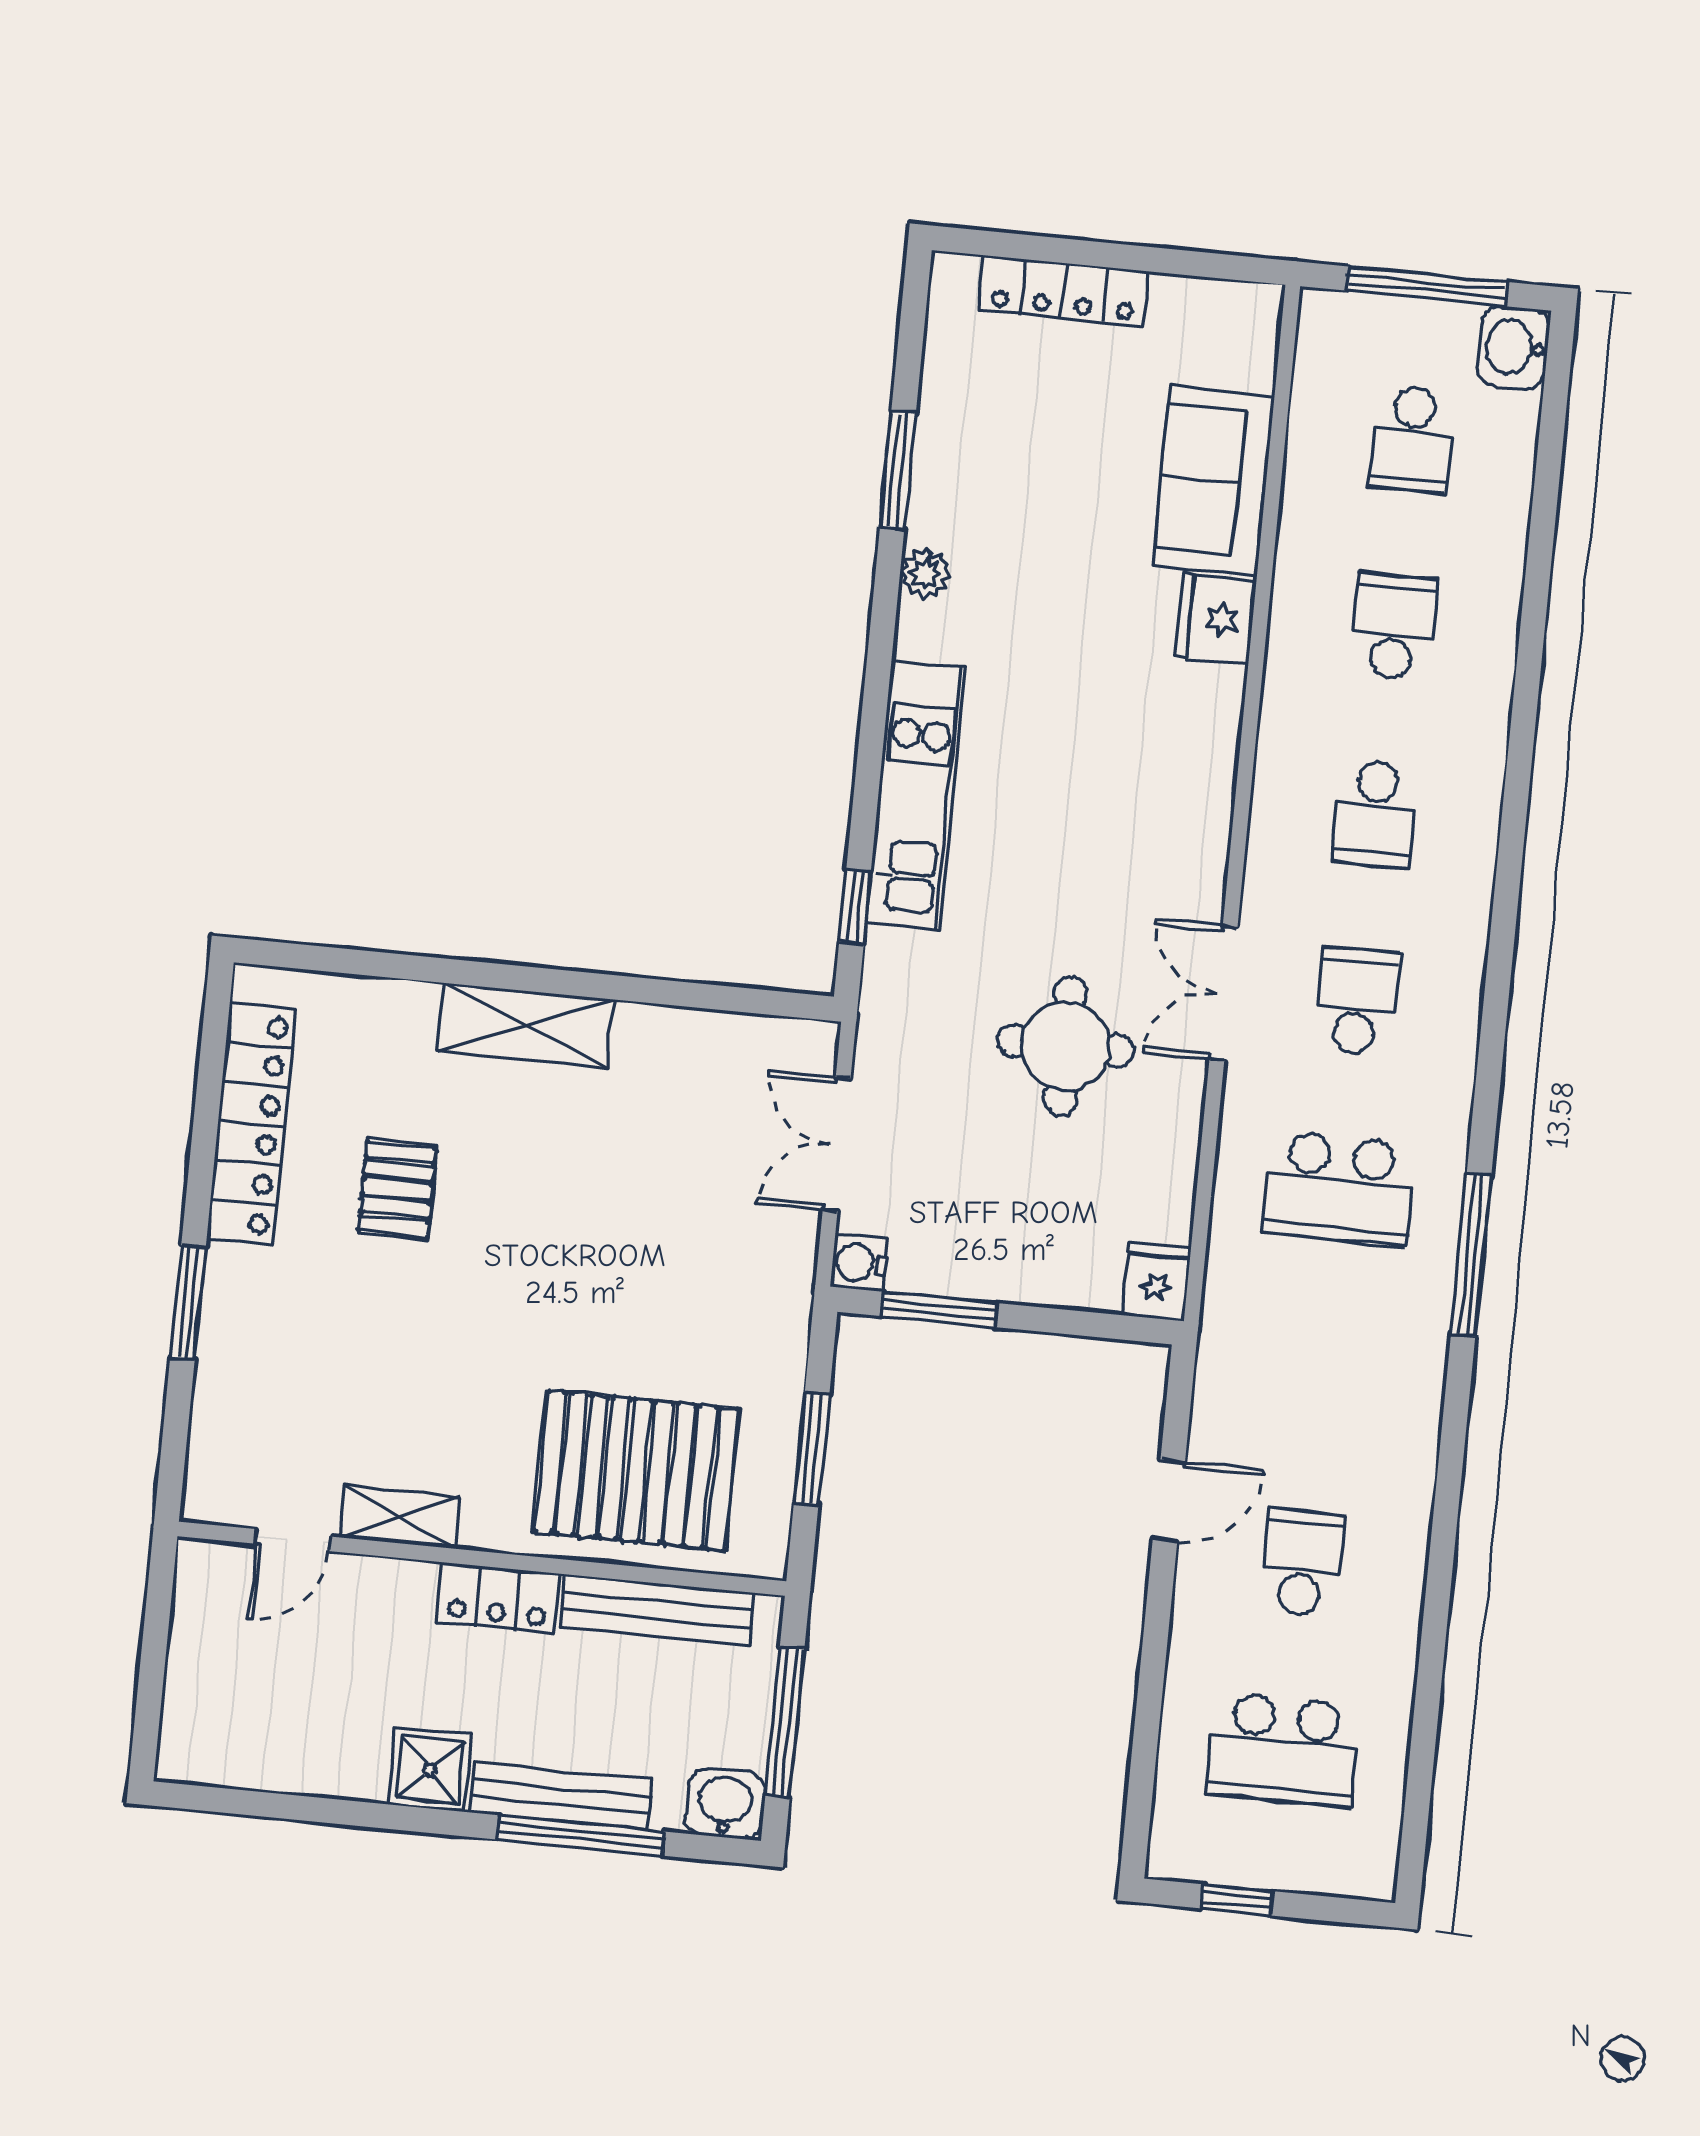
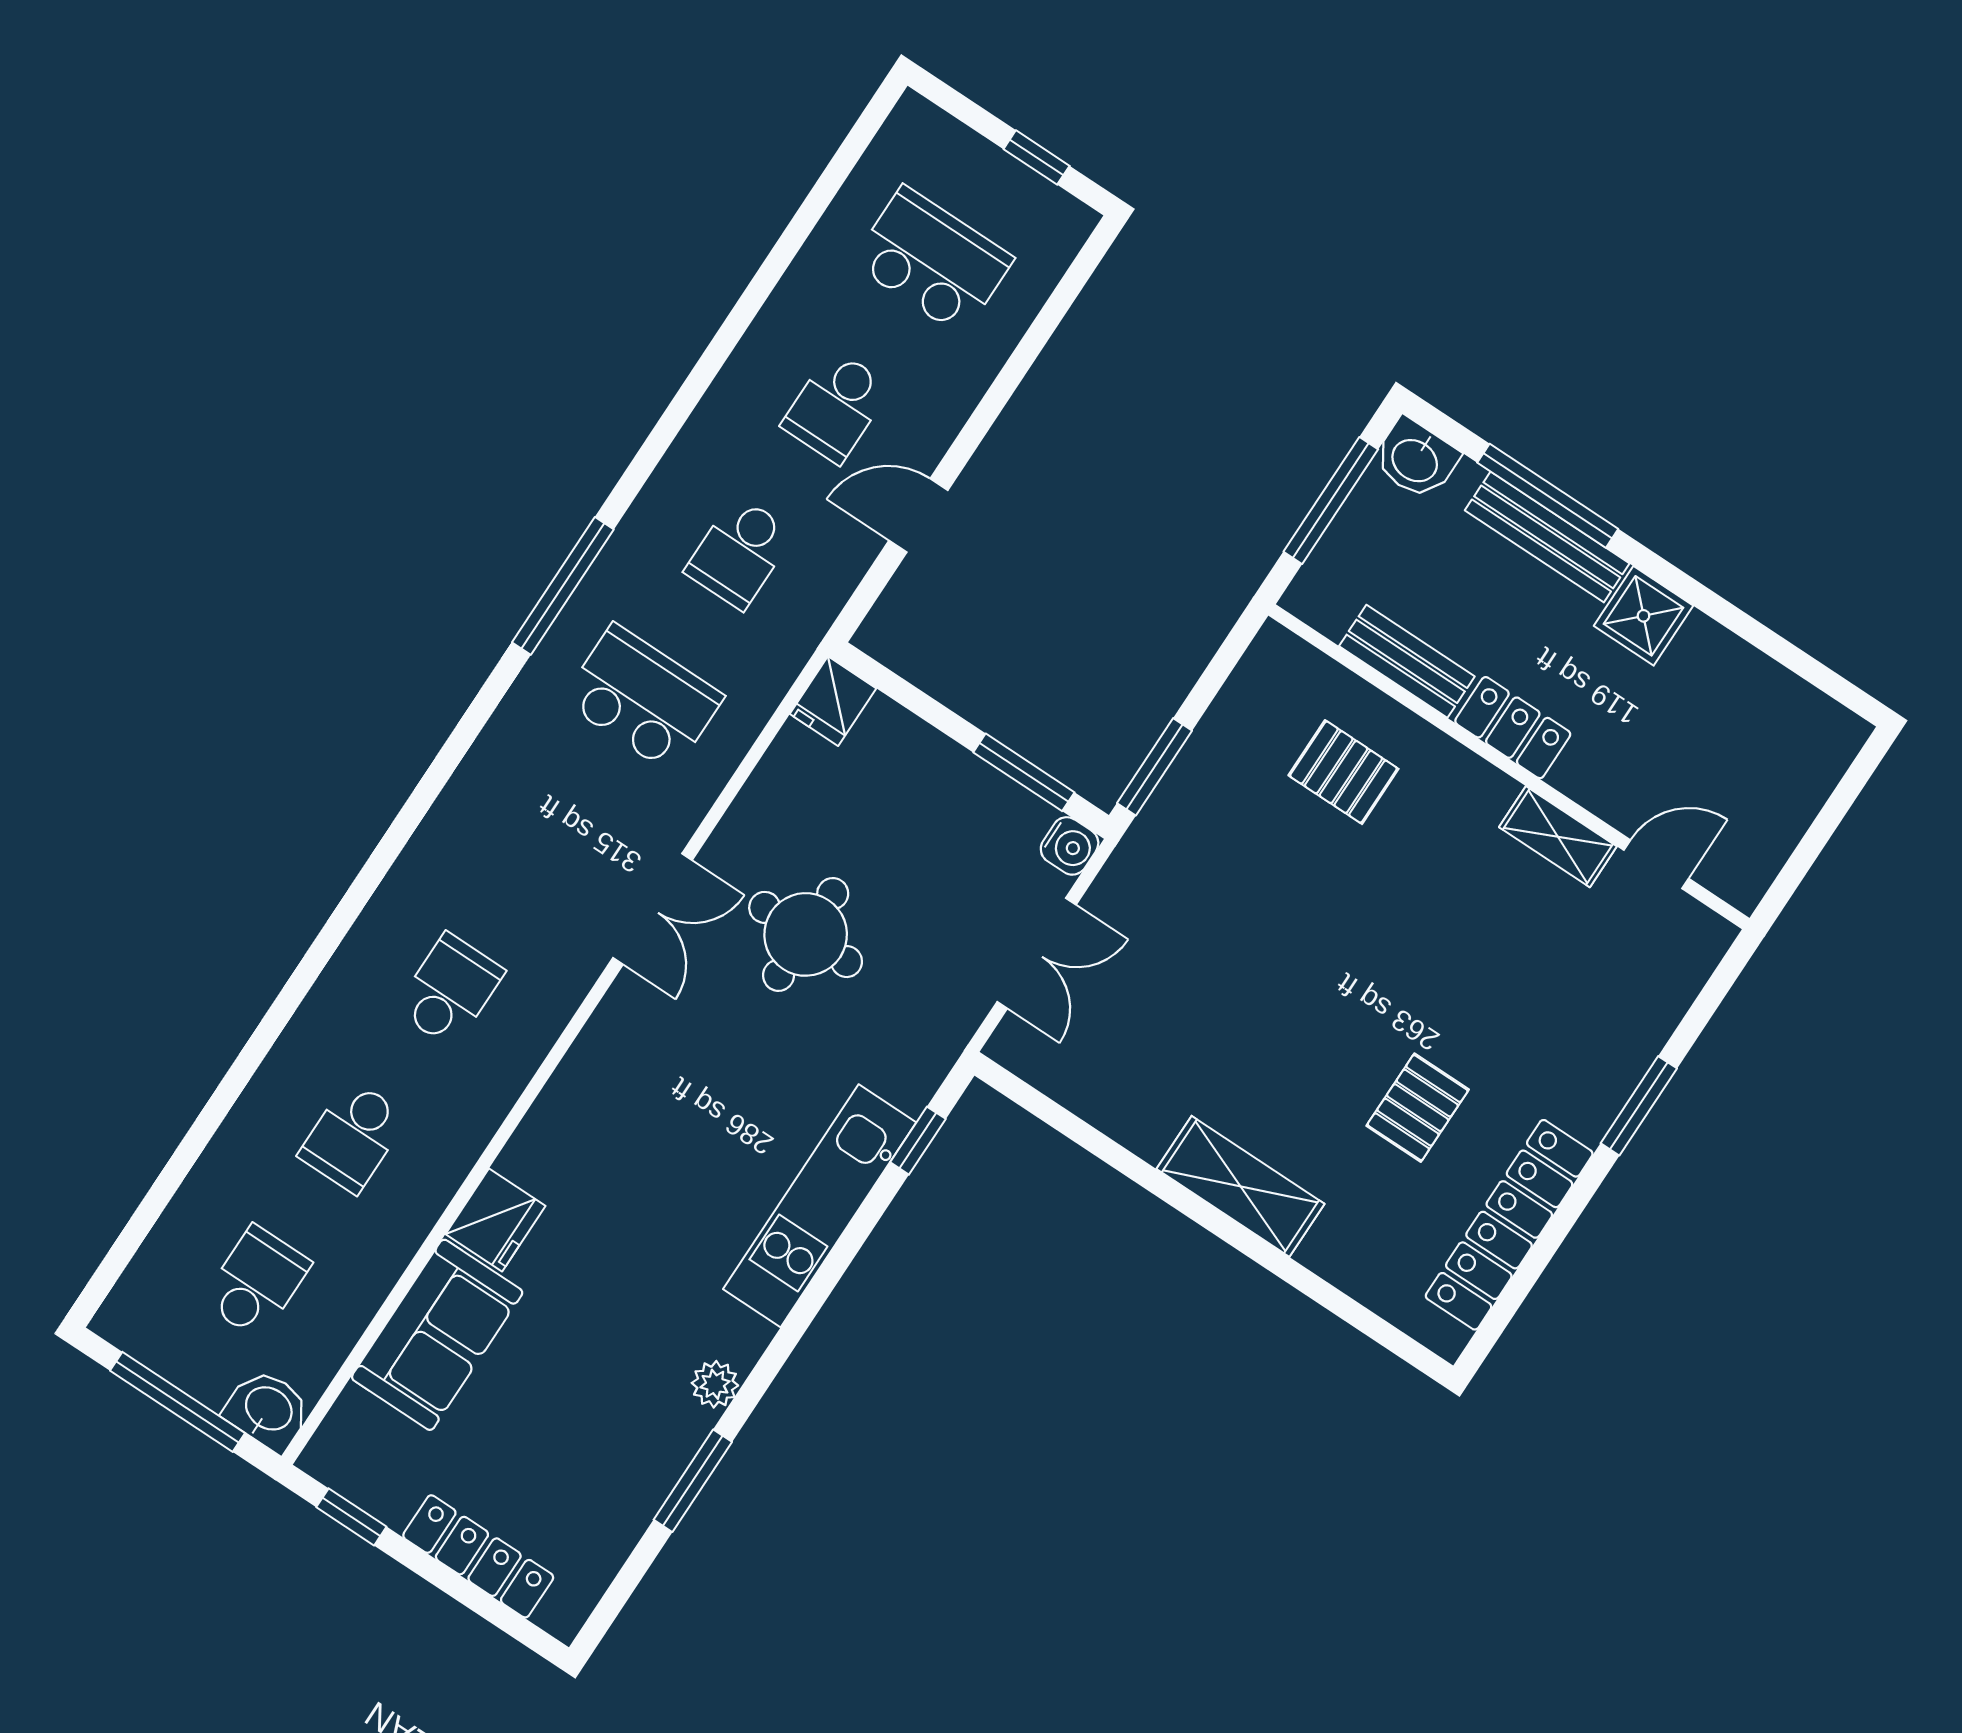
window: (1204, 264) -> (351, 1517), added
washbasin: (1514, 348) -> (268, 1410), moved, turned -90
school desk: (1357, 1001) -> (739, 552), moved
window: (812, 1448) -> (1154, 767), moved
pallet: (636, 1470) -> (1343, 772), width x0.49, depth x0.50
bench: (657, 1610) -> (1407, 661), width x0.73

